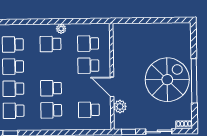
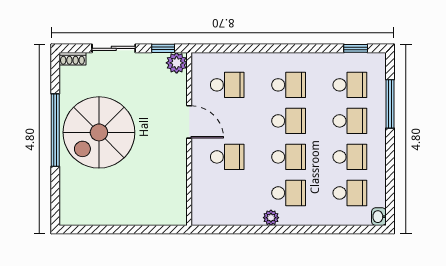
school desk: (88, 44) -> (289, 157), moved
plant: (120, 107) -> (177, 63), moved

